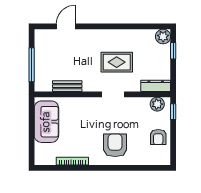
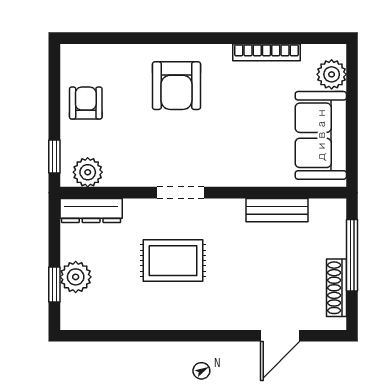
plant: (163, 37) -> (76, 277), moved
shoe rack: (39, 49) -> (336, 288), added
plant: (41, 151) -> (332, 74), added

